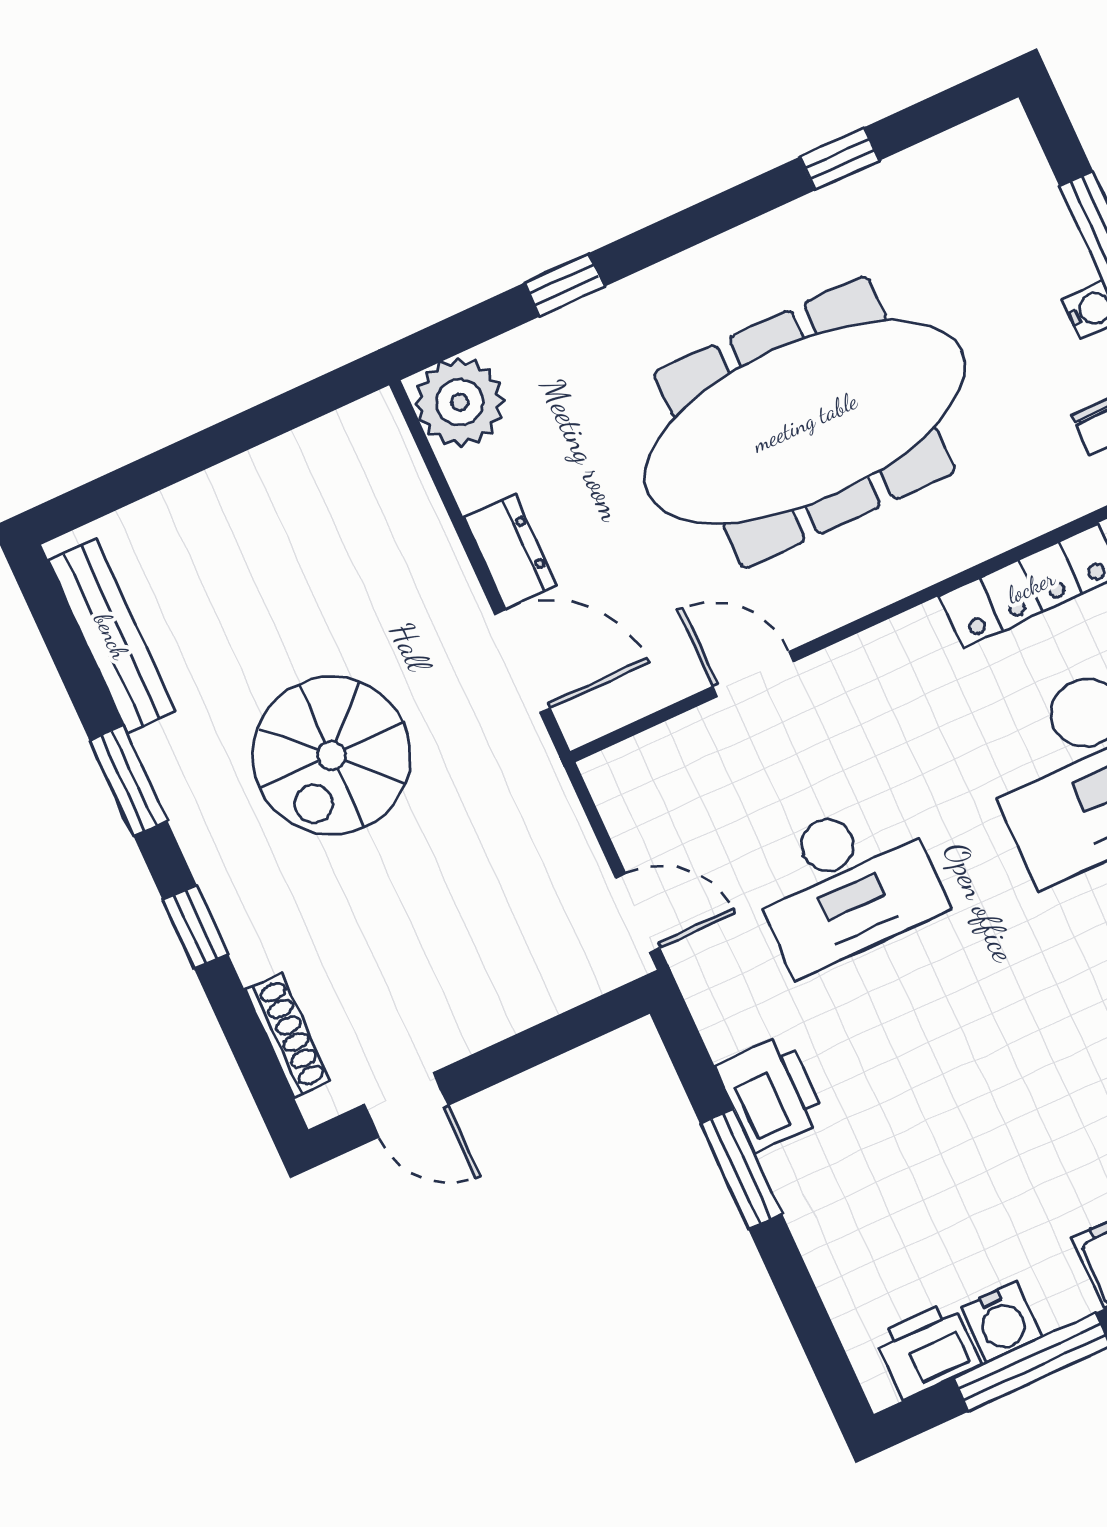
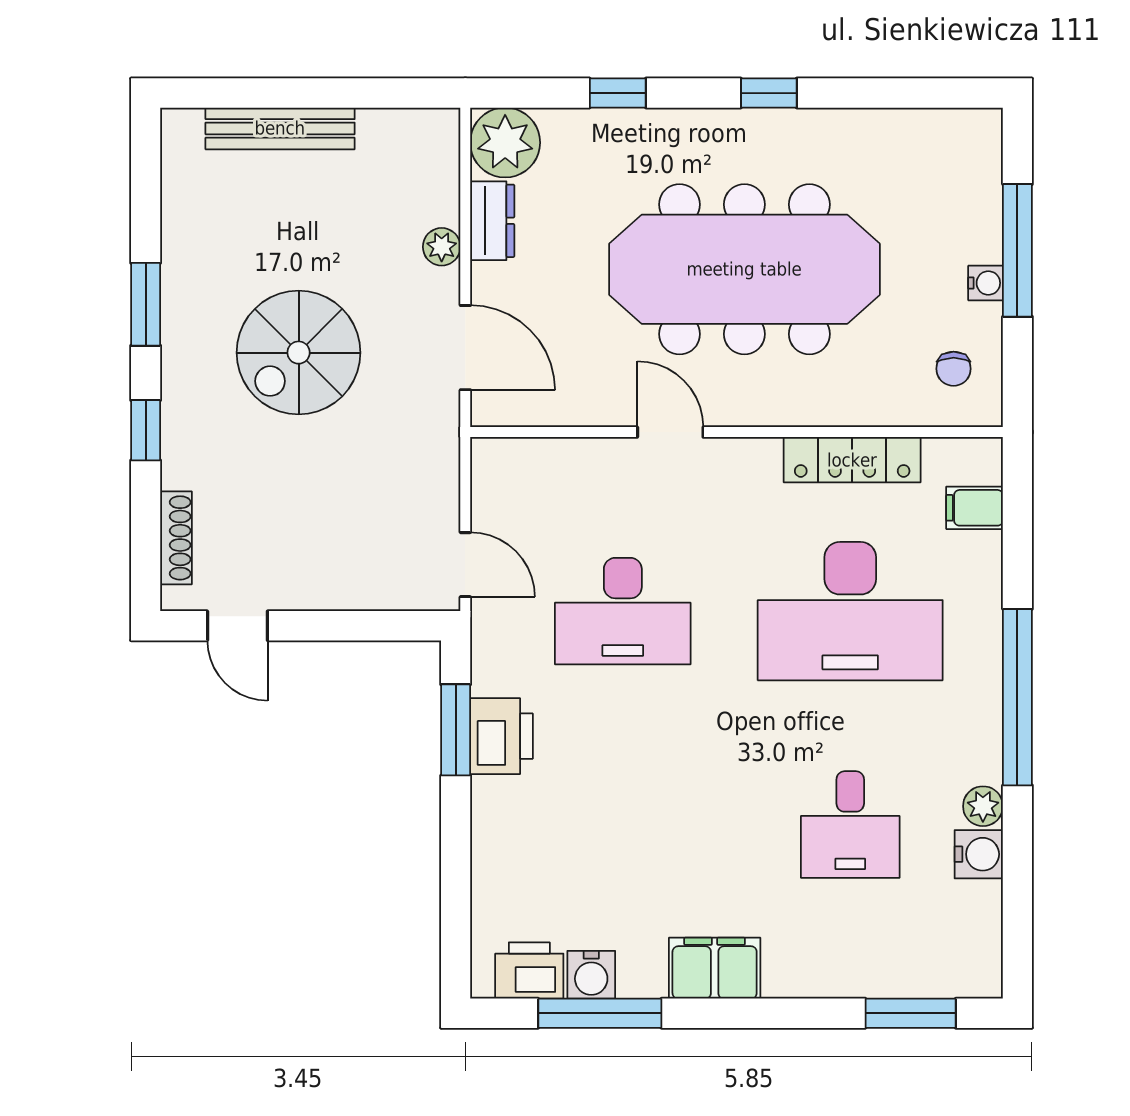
window: (839, 159) -> (769, 93), moved
dresser: (510, 551) -> (492, 221), moved
plant: (441, 557) -> (442, 247), added
bench: (112, 636) -> (280, 128), moved, turned 90
door: (753, 674) -> (670, 432), moved
window: (741, 1169) -> (456, 730), moved

